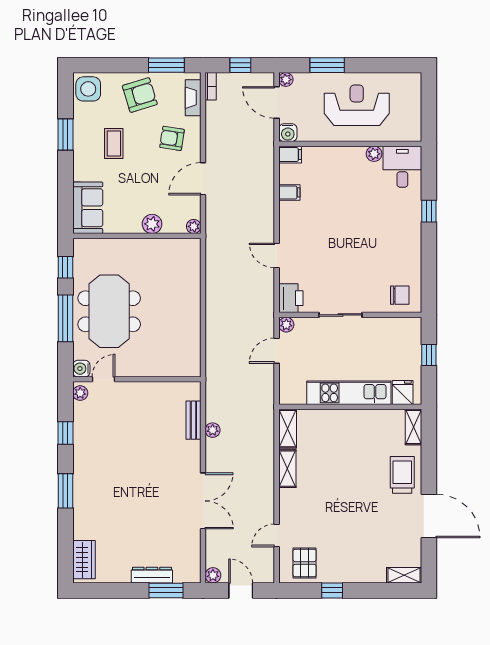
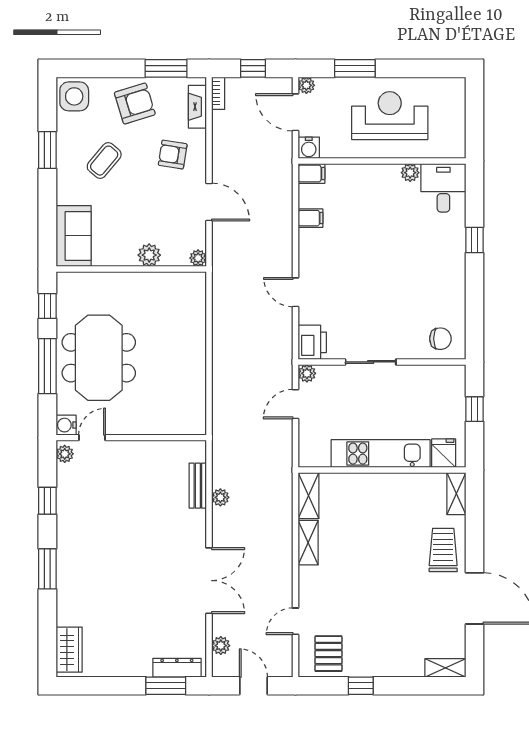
coffee table: (114, 144) -> (104, 161), turned 40
door: (203, 179) -> (209, 202), swing flipped
dresser: (152, 575) -> (177, 668), moved
plant: (213, 575) -> (221, 646), moved

